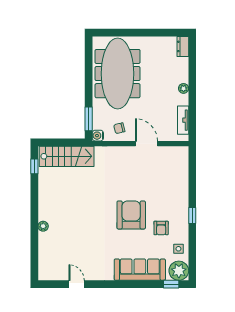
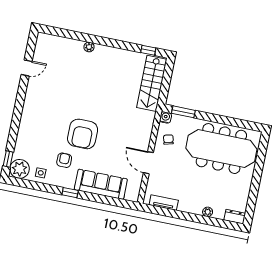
plant: (184, 88) -> (208, 212), moved
door: (147, 144) -> (148, 163), swing flipped
armchair: (131, 215) -> (83, 134), turned 90
armchair: (161, 228) -> (64, 160), turned 90
sofa: (140, 270) -> (101, 184), moved, turned -90

